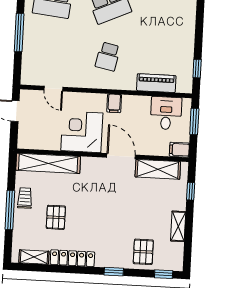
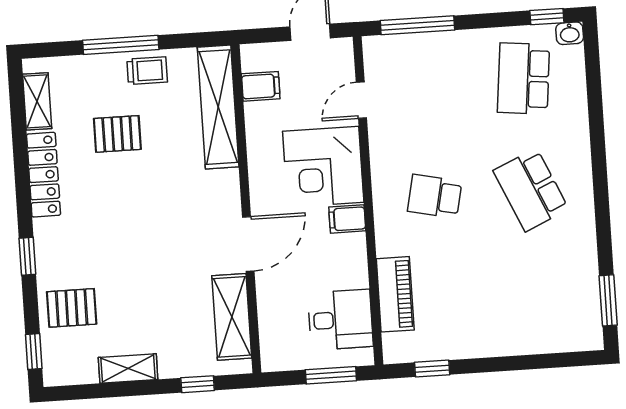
window: (19, 33) -> (417, 25), moved
corner desk: (82, 132) -> (323, 167), moved, turned 180
filing cabinet: (179, 150) -> (261, 86), moved, turned 90

